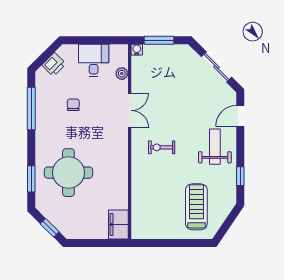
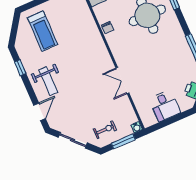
plant: (122, 74) -> (140, 105), removed
chair: (73, 105) -> (107, 28), moved
exercise bike: (162, 147) -> (105, 130), moved

